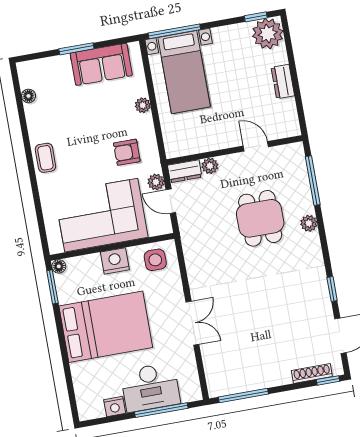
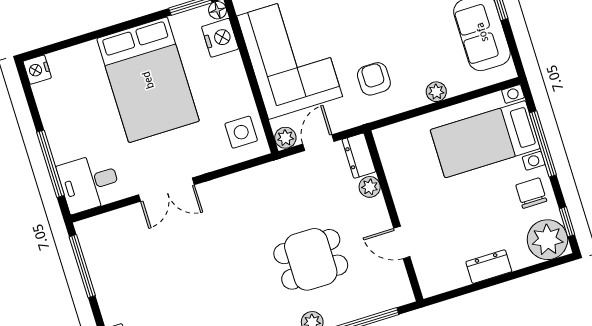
window: (174, 31) -> (543, 144), moved
chair: (230, 42) -> (531, 193), added
door: (256, 146) -> (402, 242), swing flipped
plant: (156, 182) -> (285, 138), moved
nightstand: (115, 261) -> (220, 38), moved
desk: (150, 387) -> (89, 183), moved, width x0.73
nightstand: (115, 406) -> (37, 70), moved

